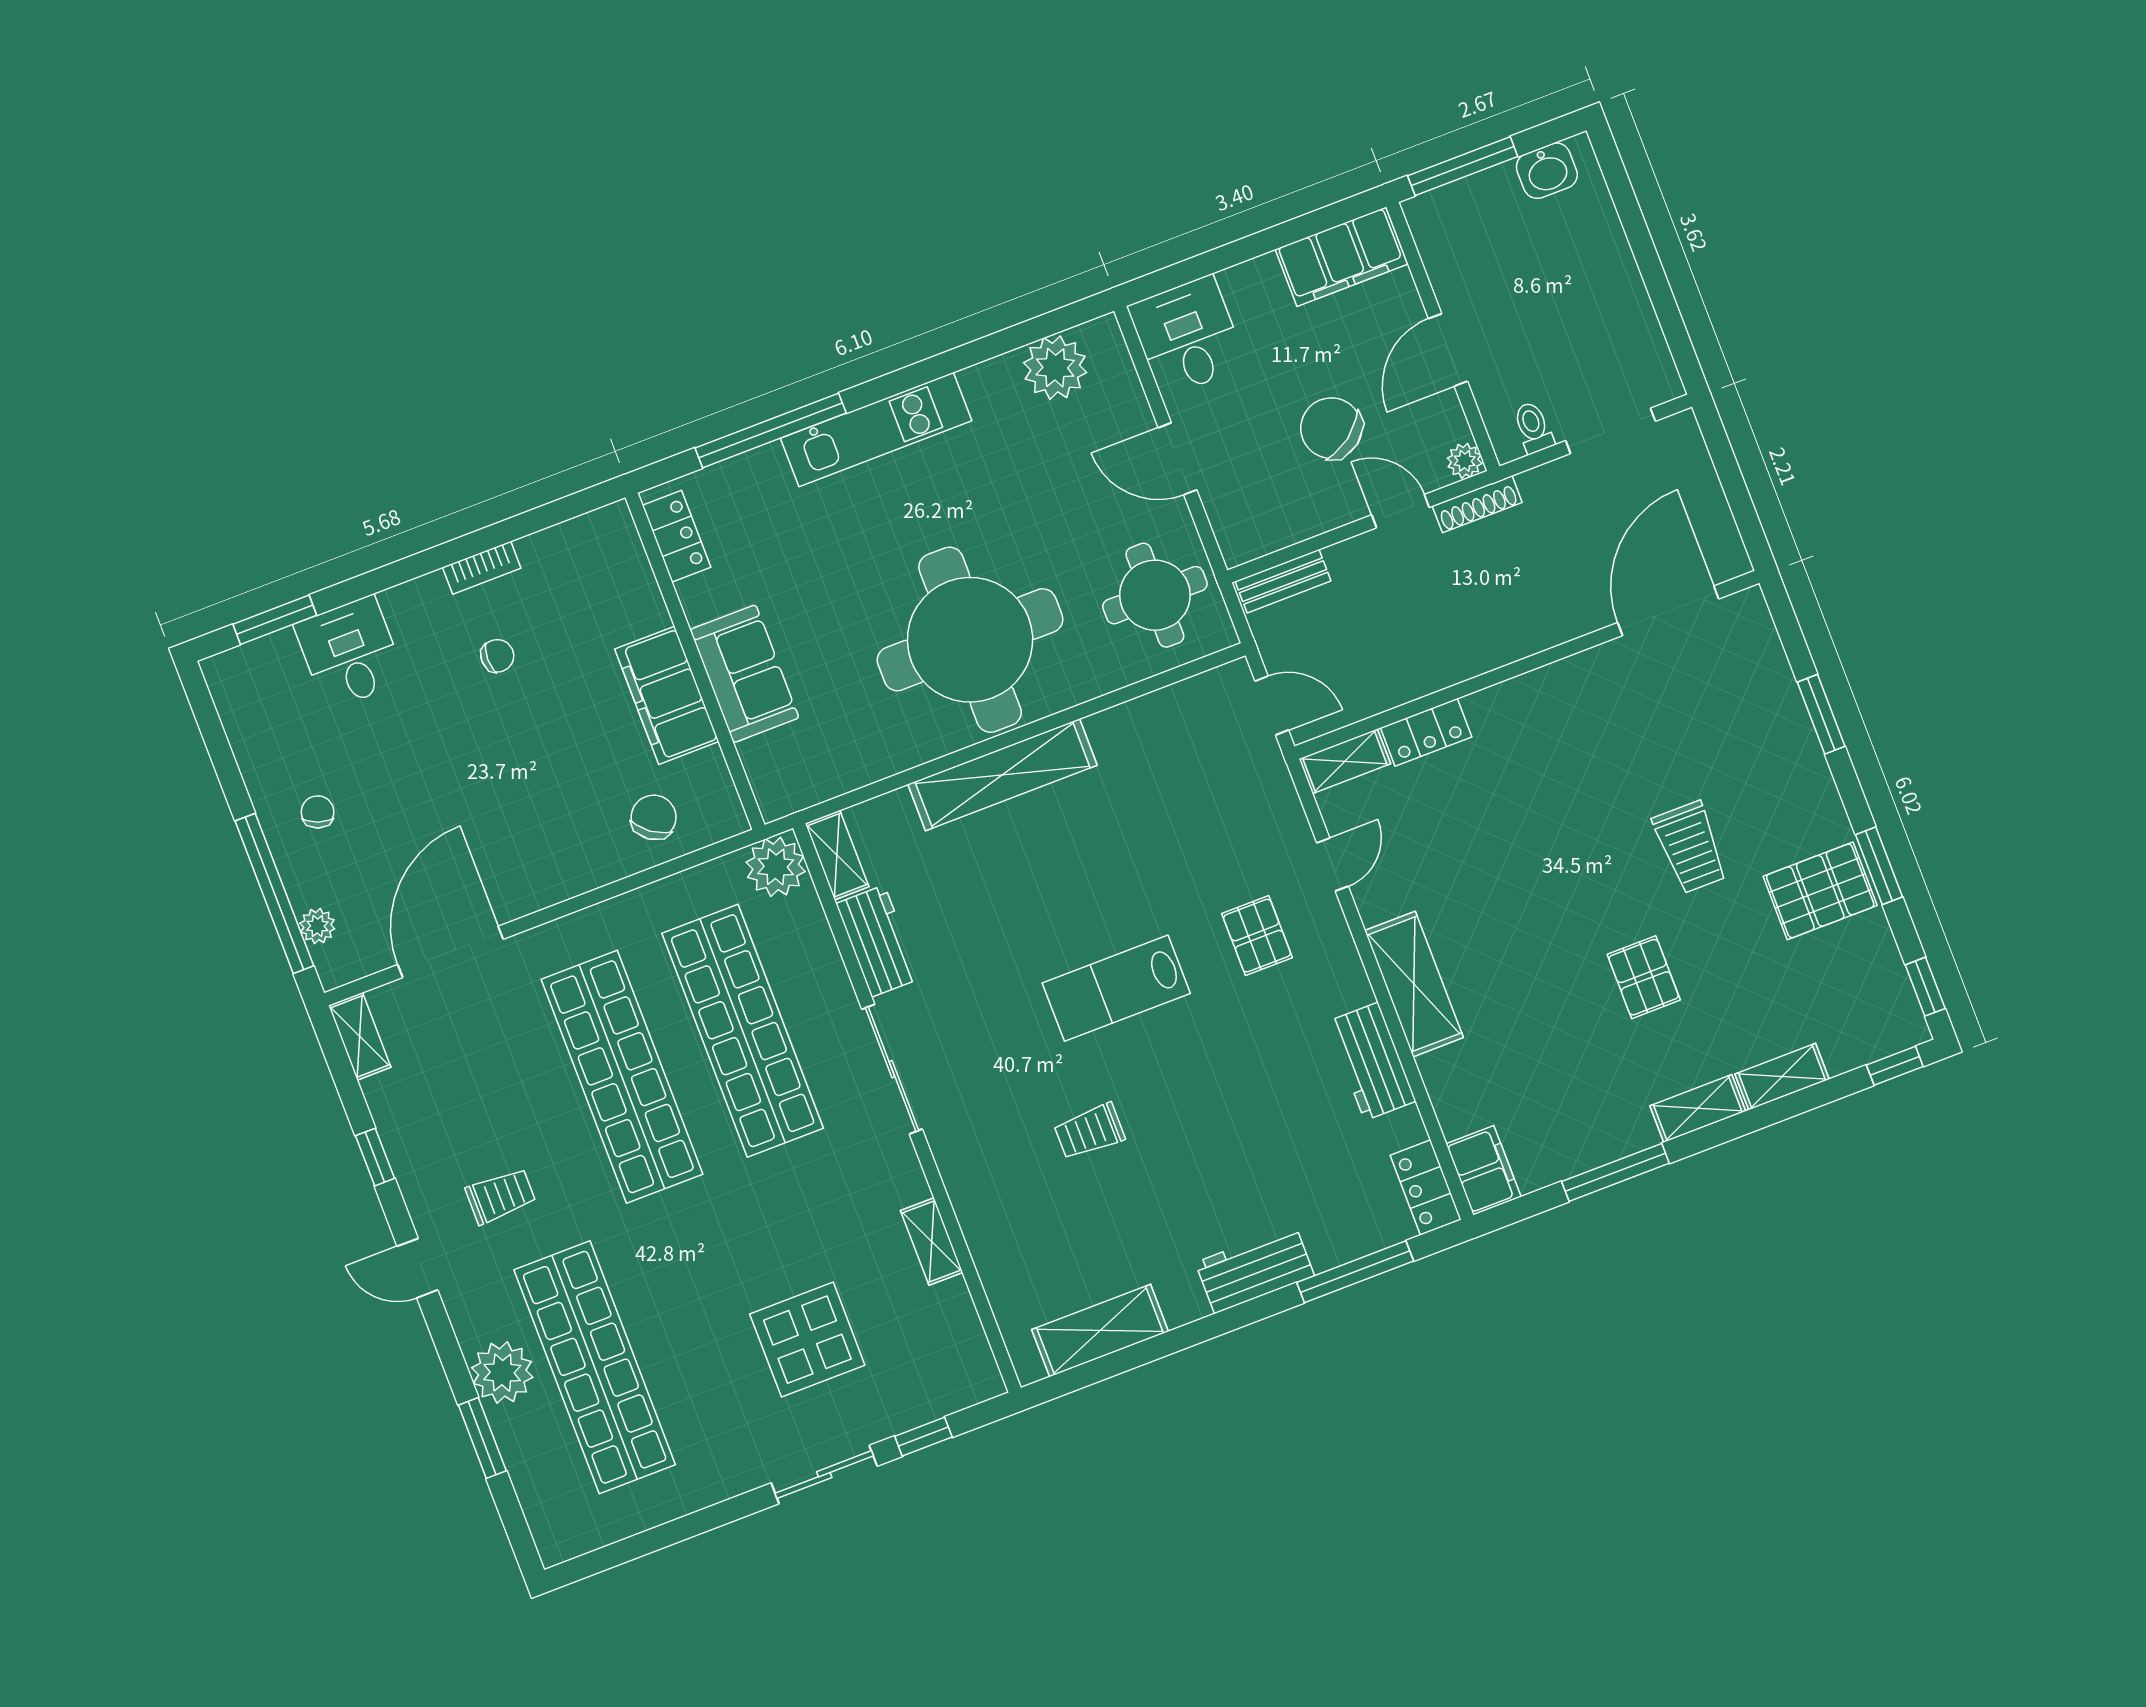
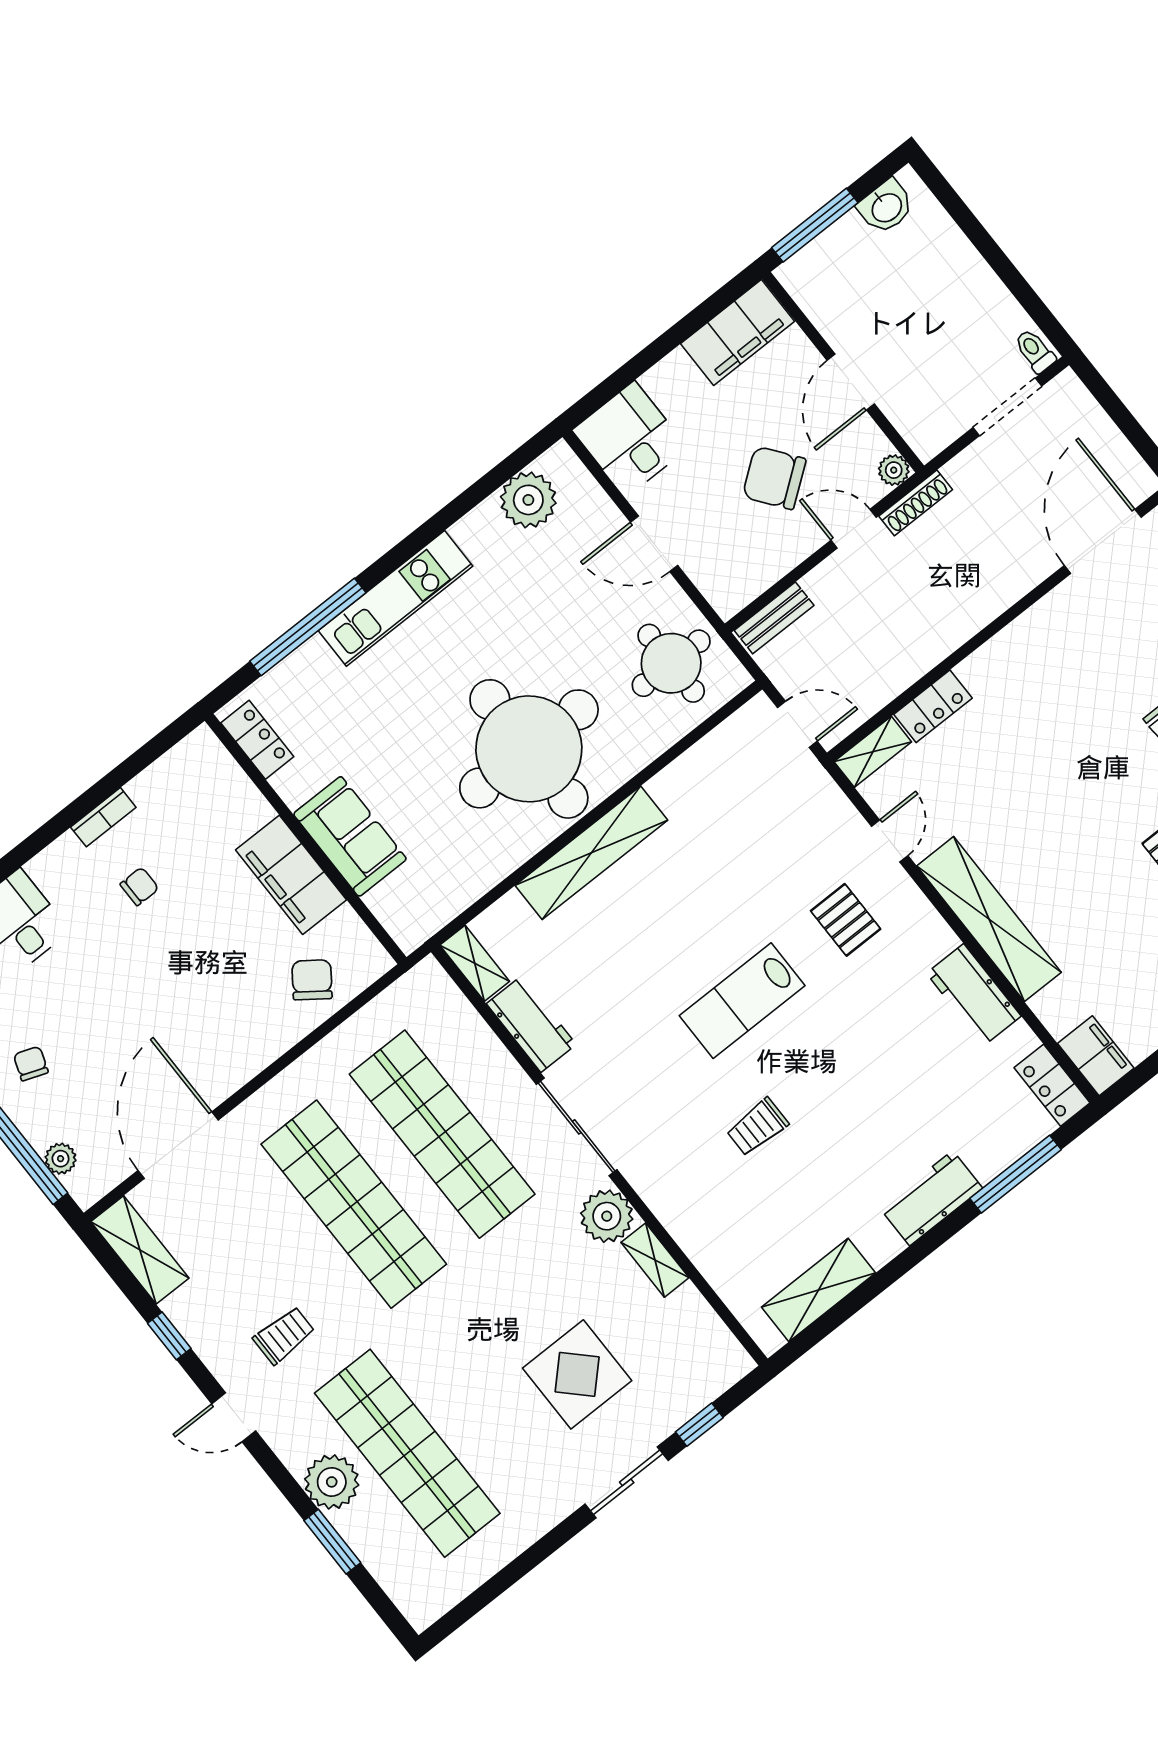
toilet: (1533, 428) -> (1035, 351), moved
plant: (776, 867) -> (607, 1216), moved
shelving: (1414, 984) -> (989, 919), width x1.47
shelving: (360, 1036) -> (140, 1250), width x1.50, depth x1.33

